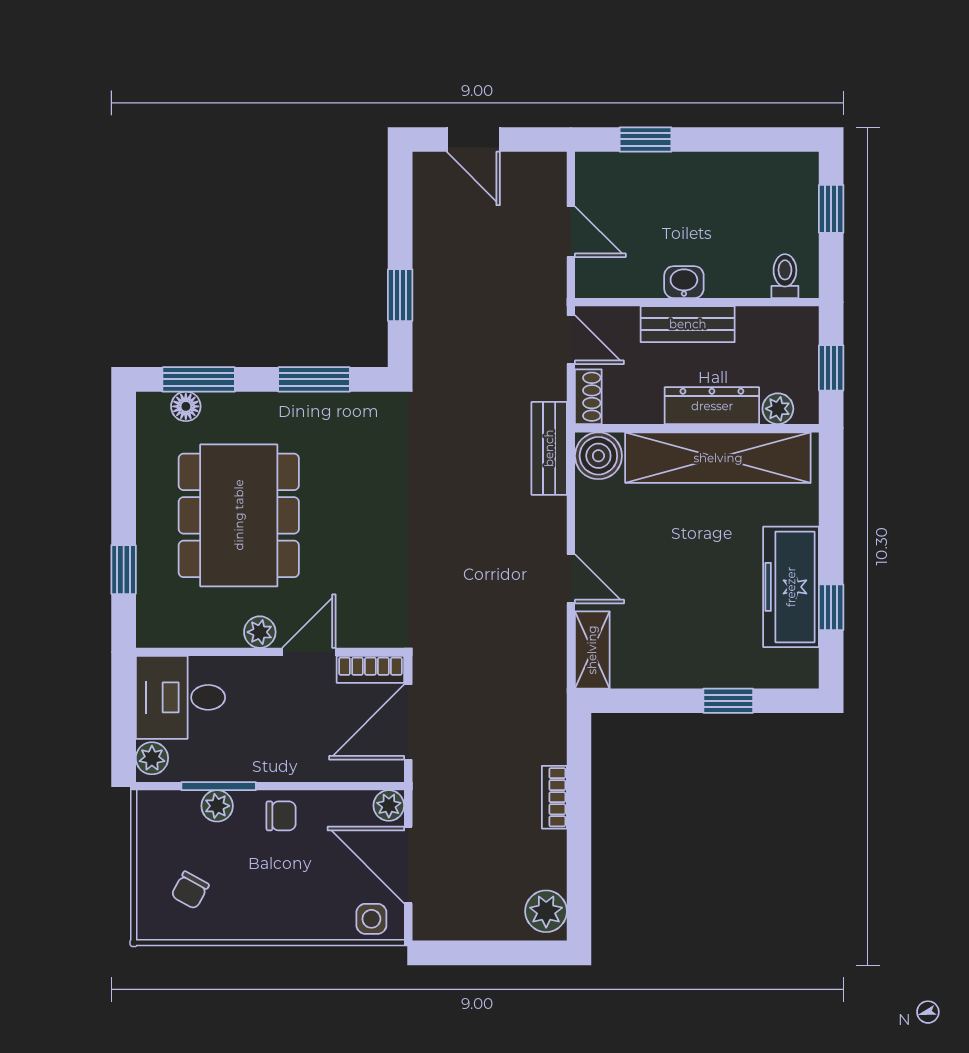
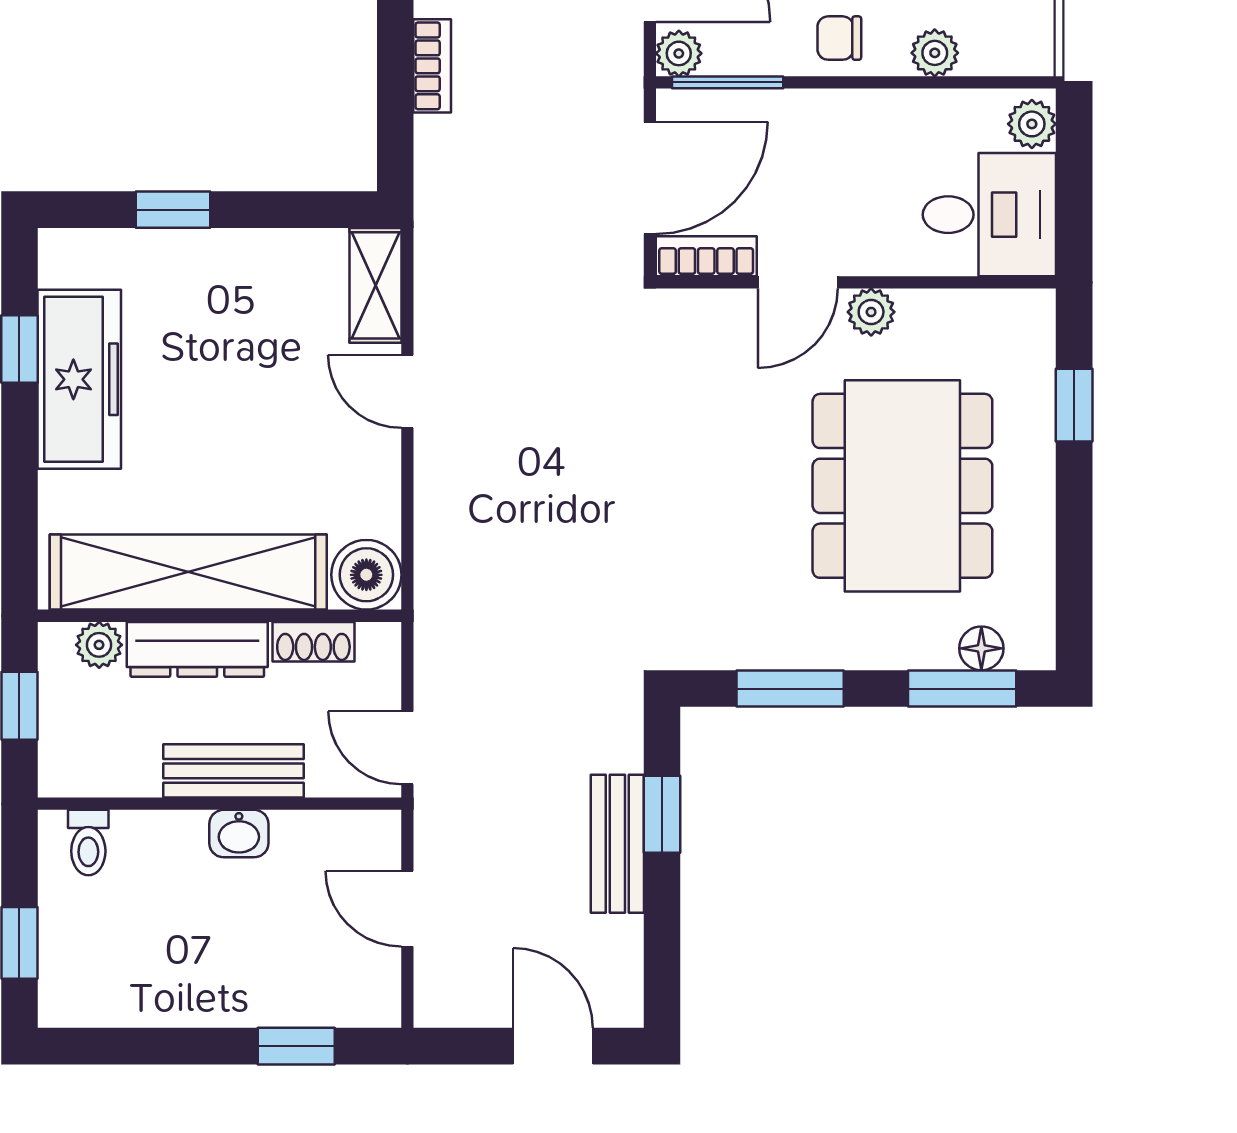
shoe rack: (588, 397) -> (313, 642), moved, turned -90
bench: (549, 448) -> (617, 844), moved
window: (219, 786) -> (728, 82), moved

